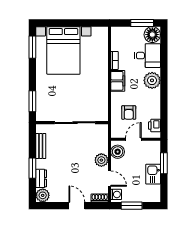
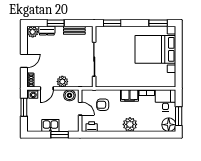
desk: (147, 56) -> (165, 101), moved, turned 180

